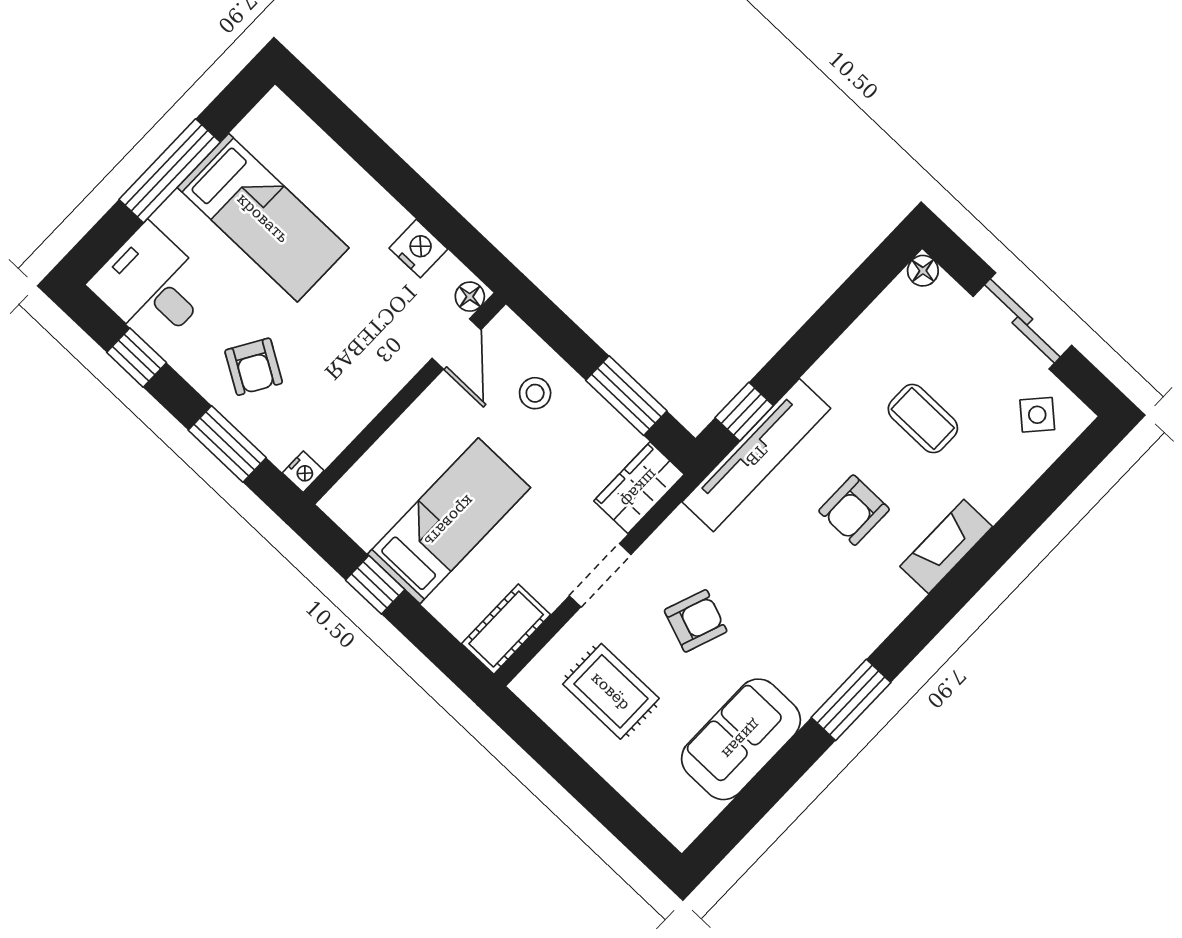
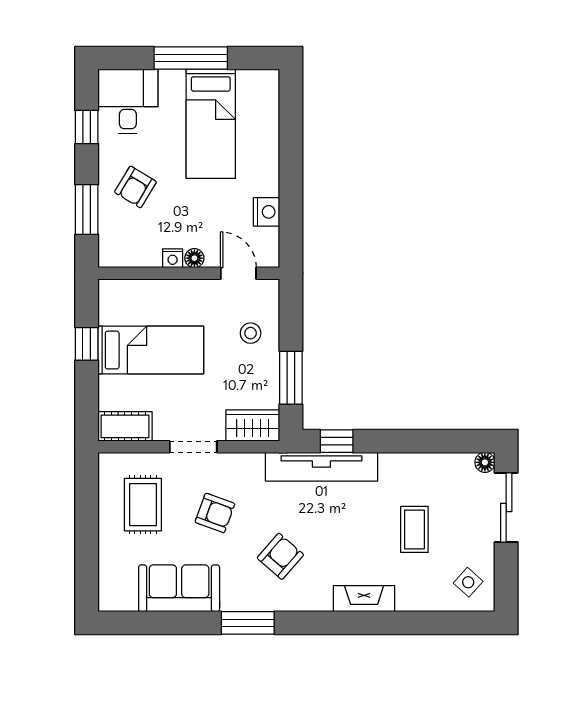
floor lamp: (470, 297) -> (194, 258), moved
sliding door: (1022, 321) -> (506, 507), moved
door: (456, 344) -> (238, 273), swing flipped
nightstand: (303, 472) -> (173, 258), moved
armchair: (854, 510) -> (280, 556), moved, turned 131

